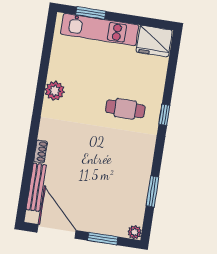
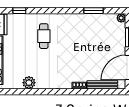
plant: (55, 91) -> (29, 83), moved
window: (164, 115) -> (19, 11), moved

